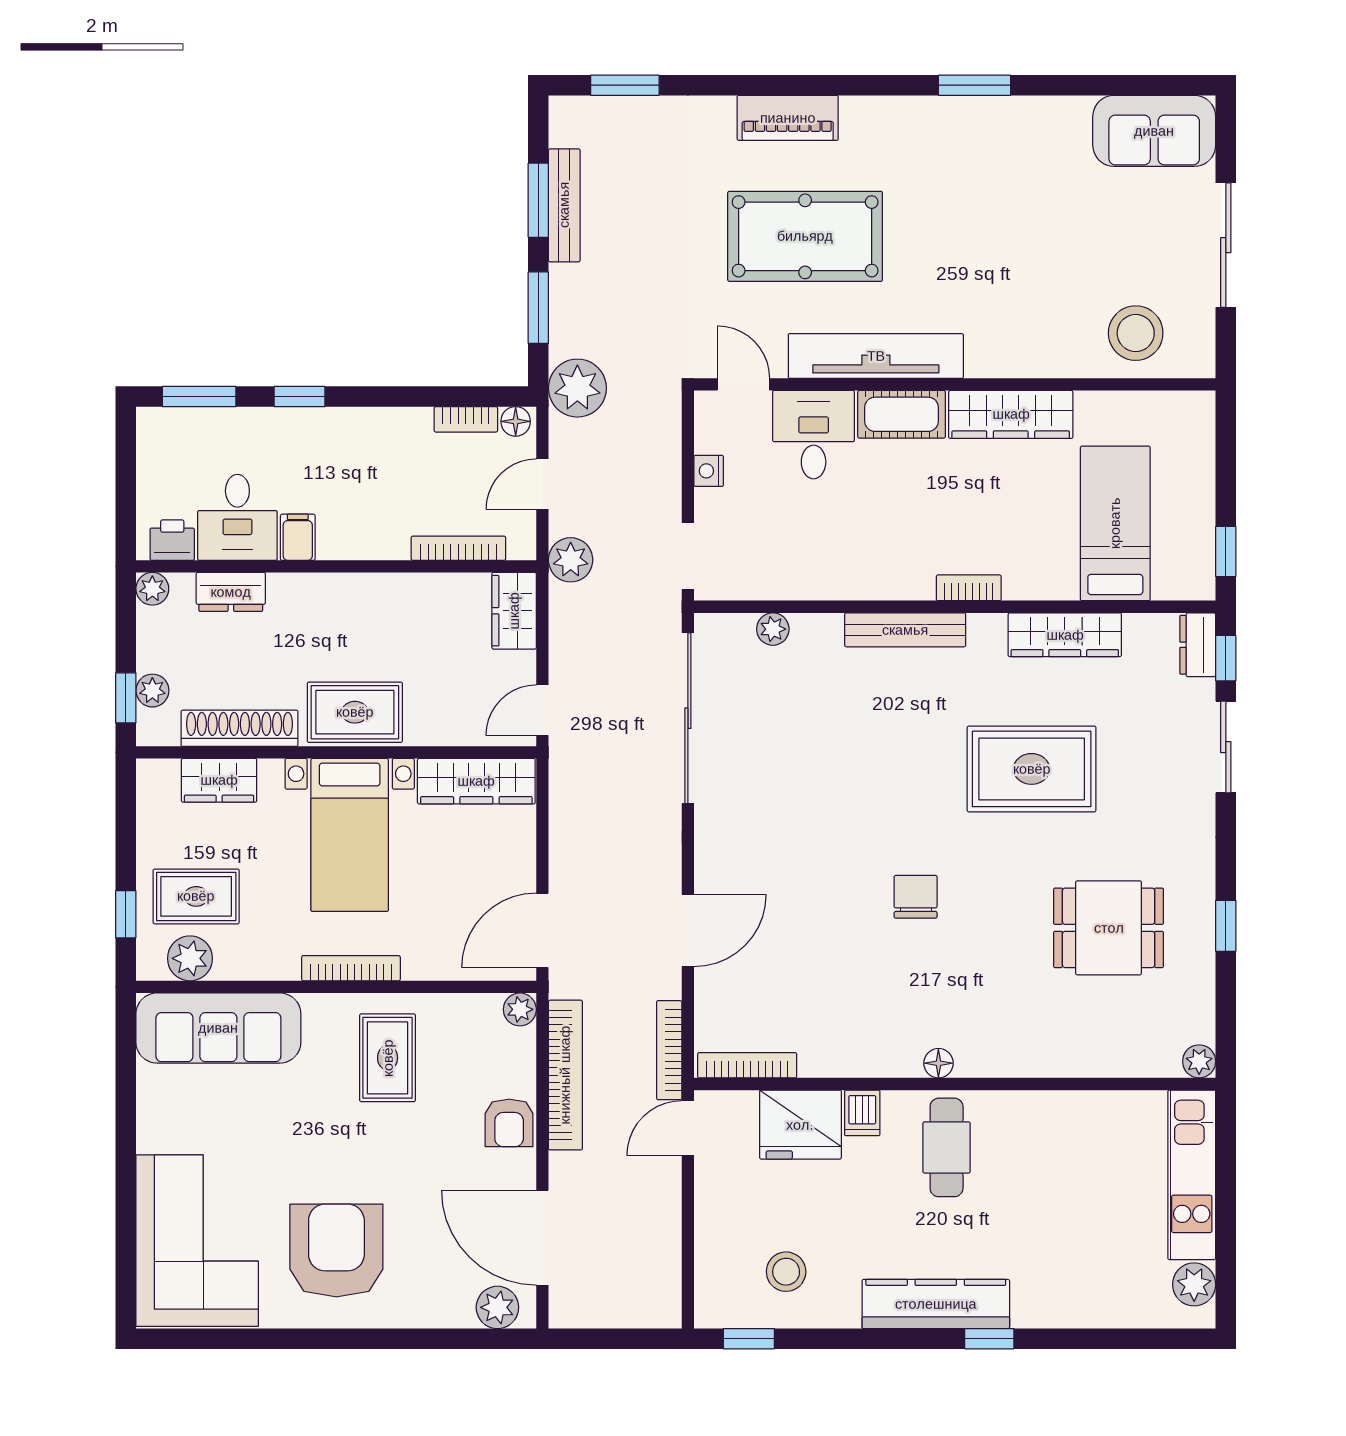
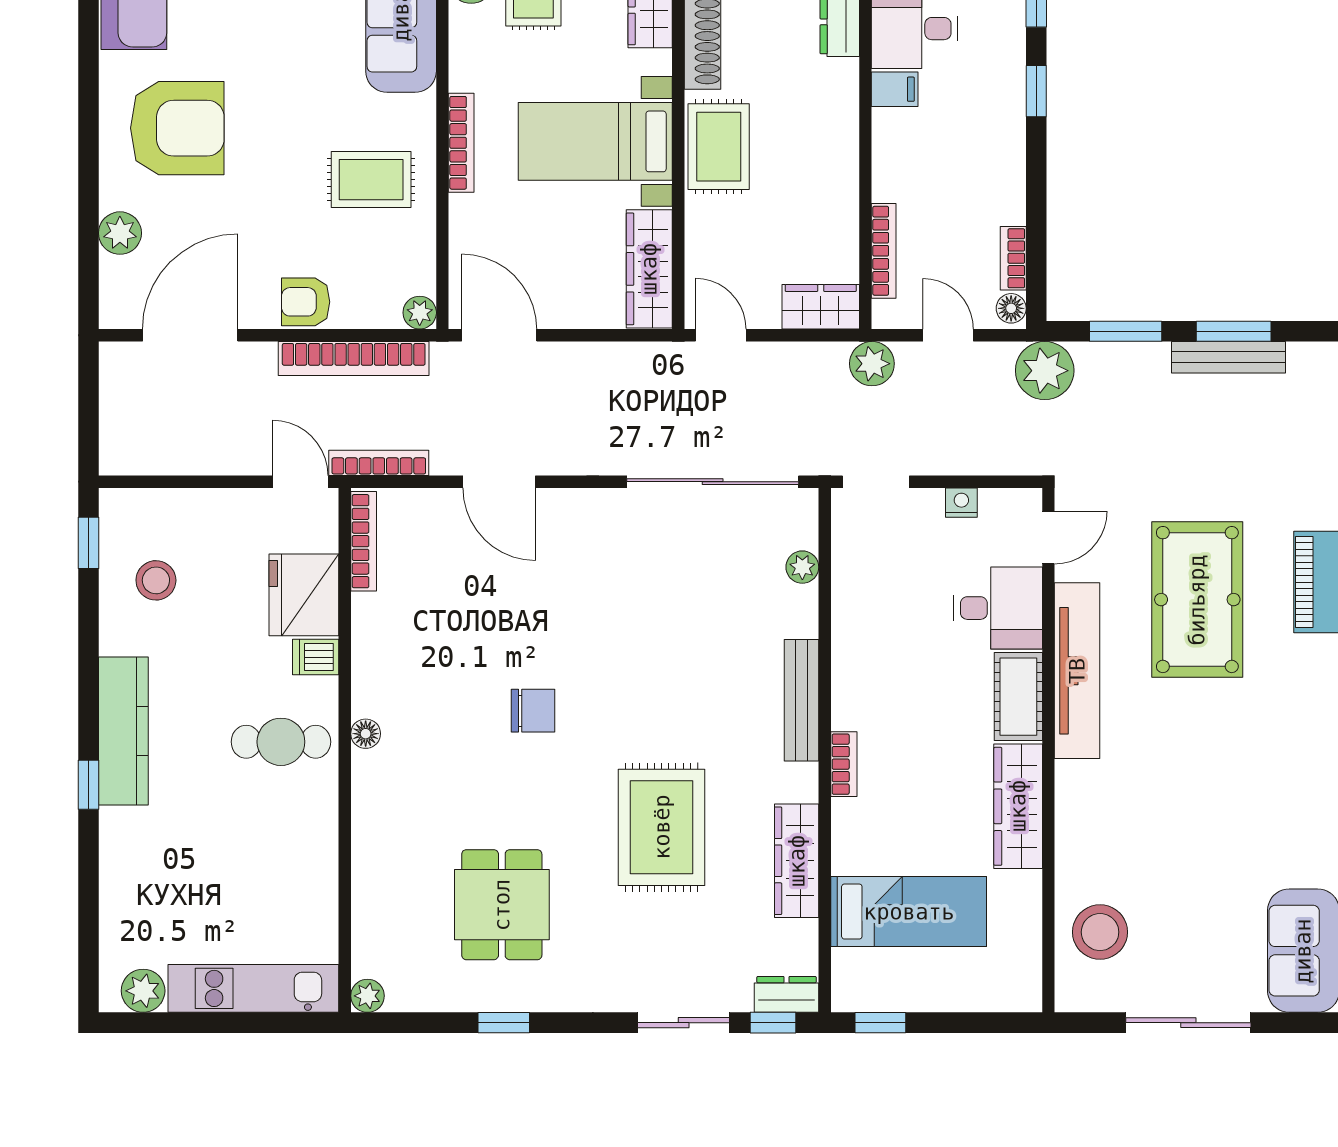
plant: (497, 1307) -> (120, 233), moved

